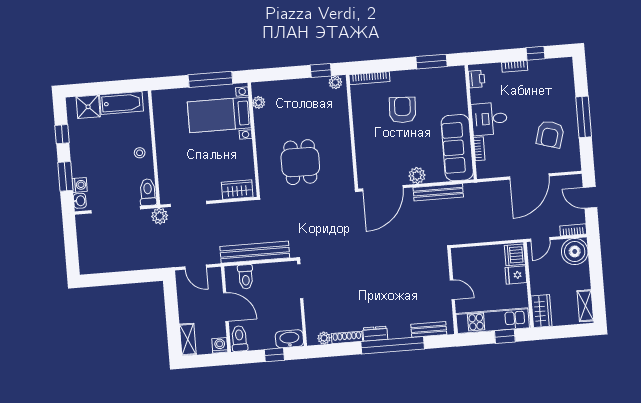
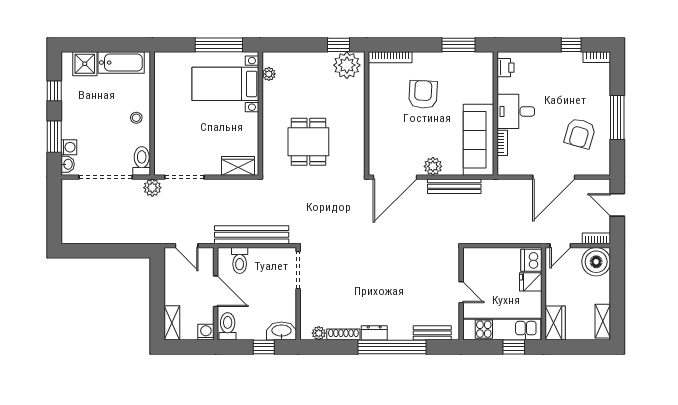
bookcase: (515, 66) -> (597, 57), moved
plant: (335, 82) -> (347, 65), width x1.87, depth x1.87

